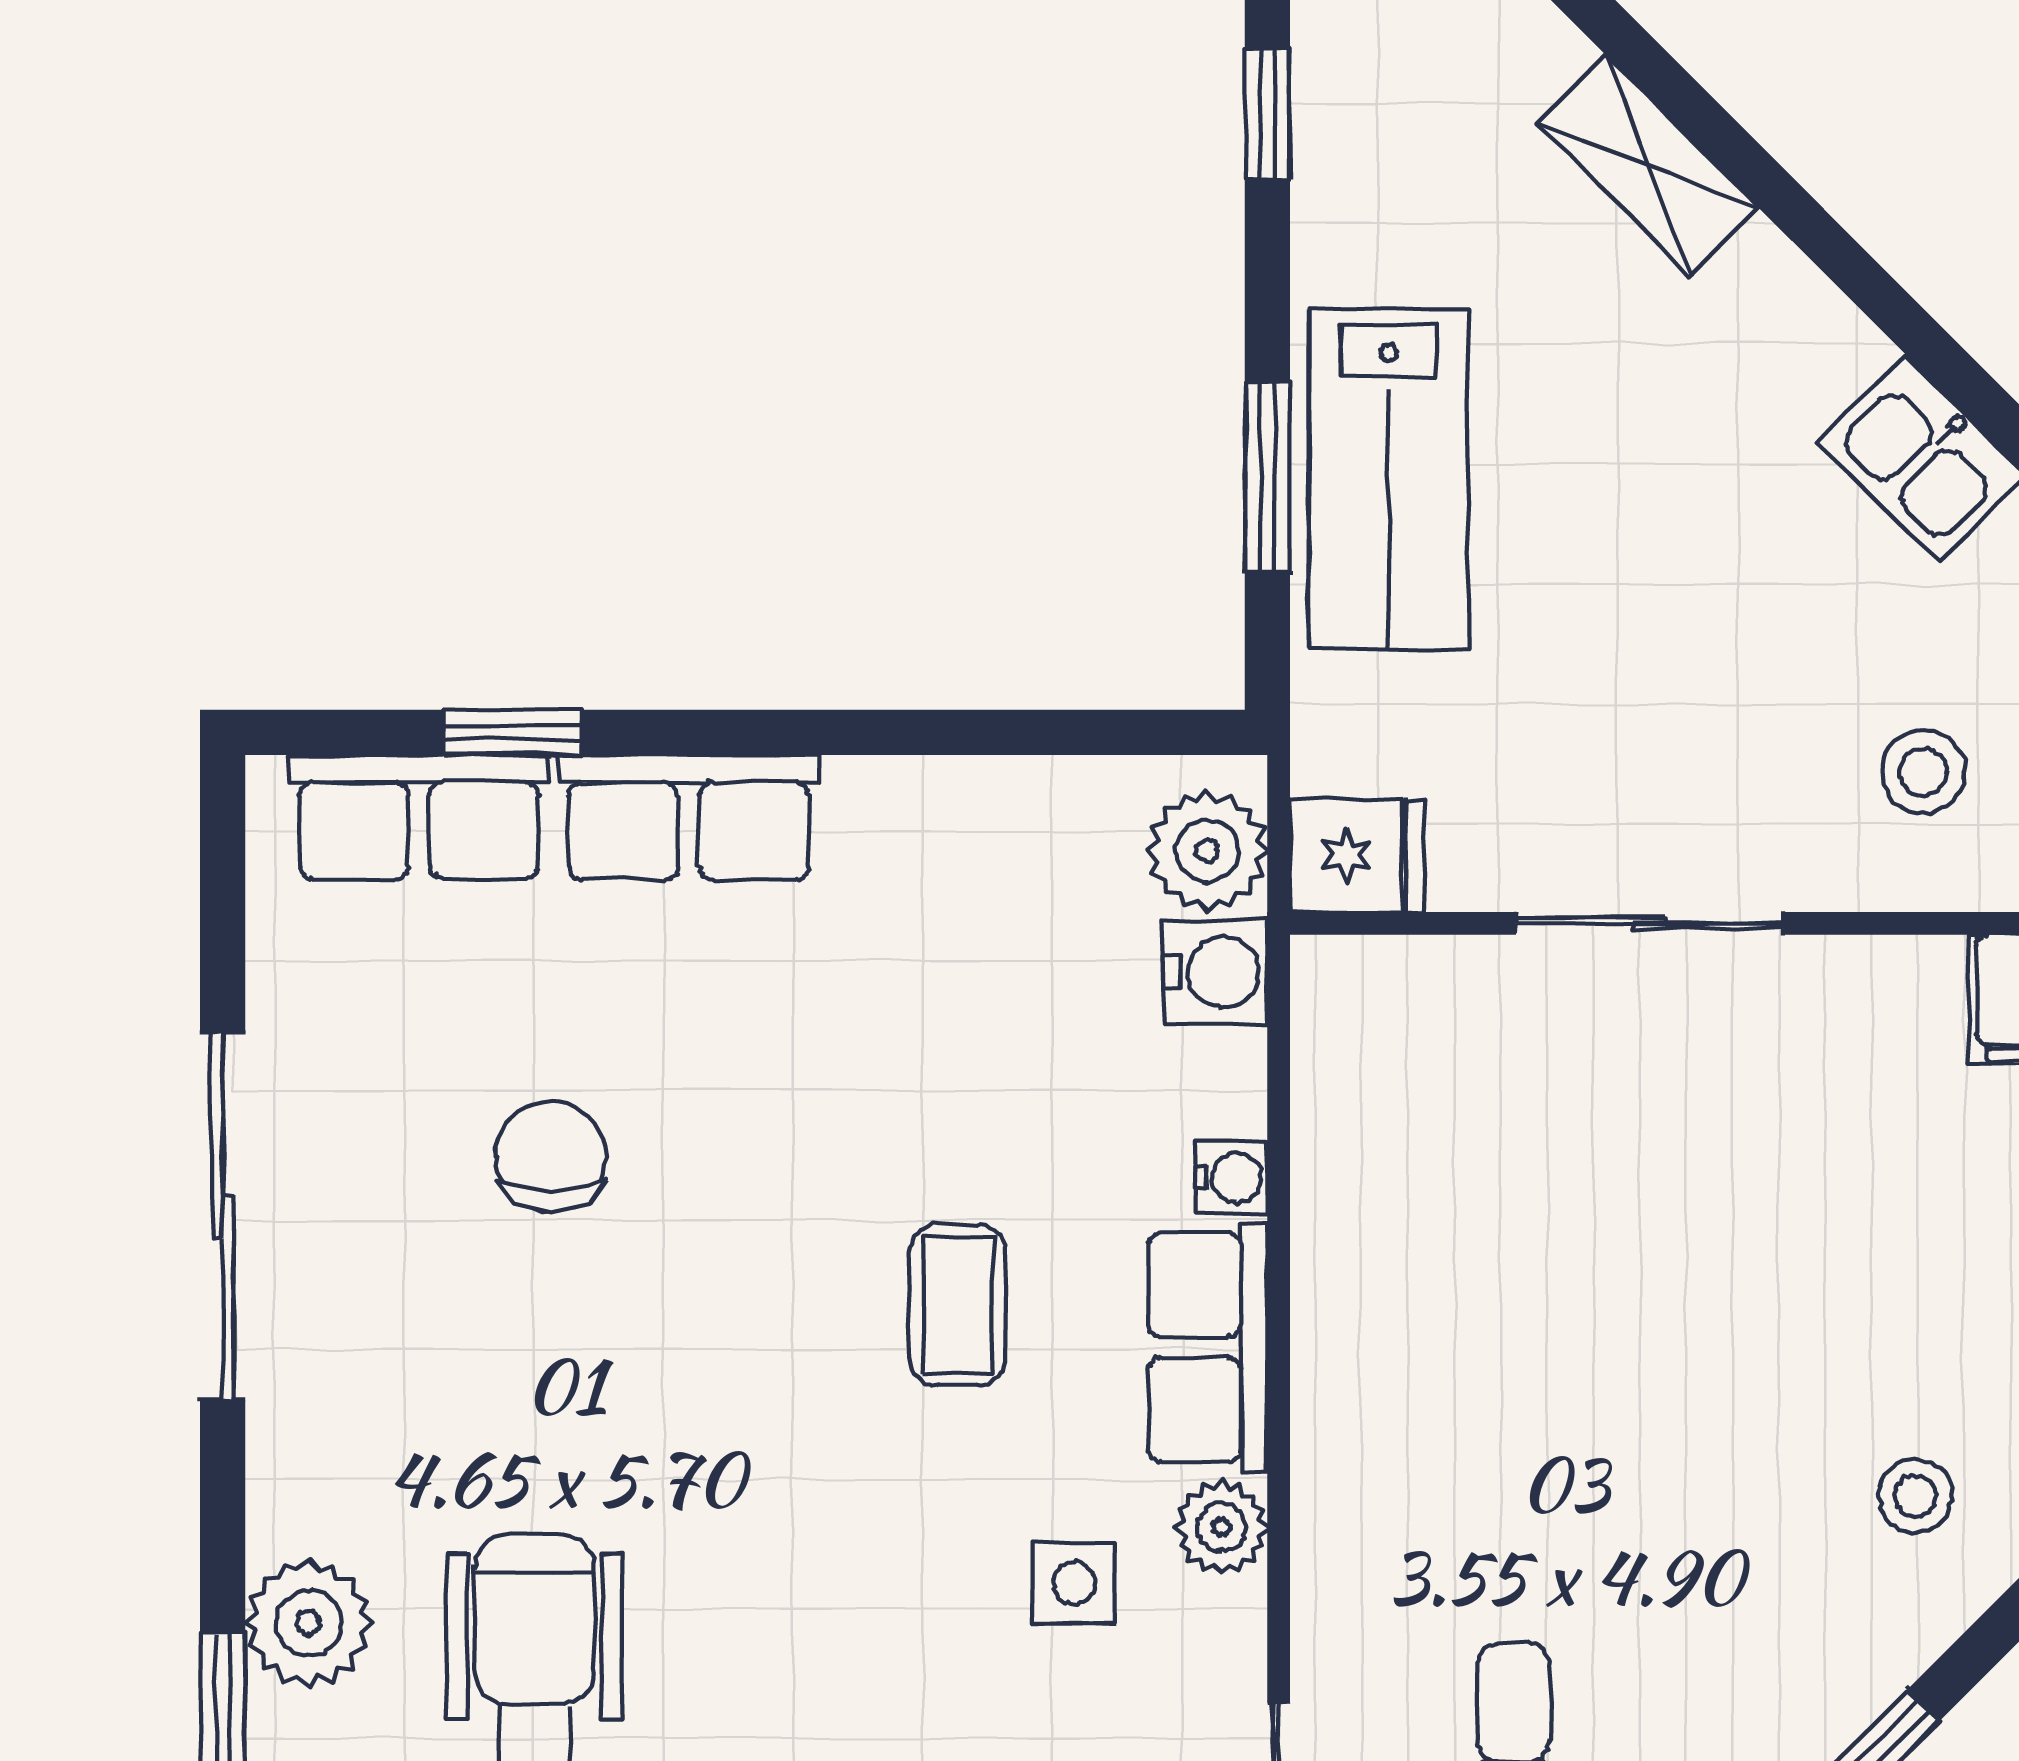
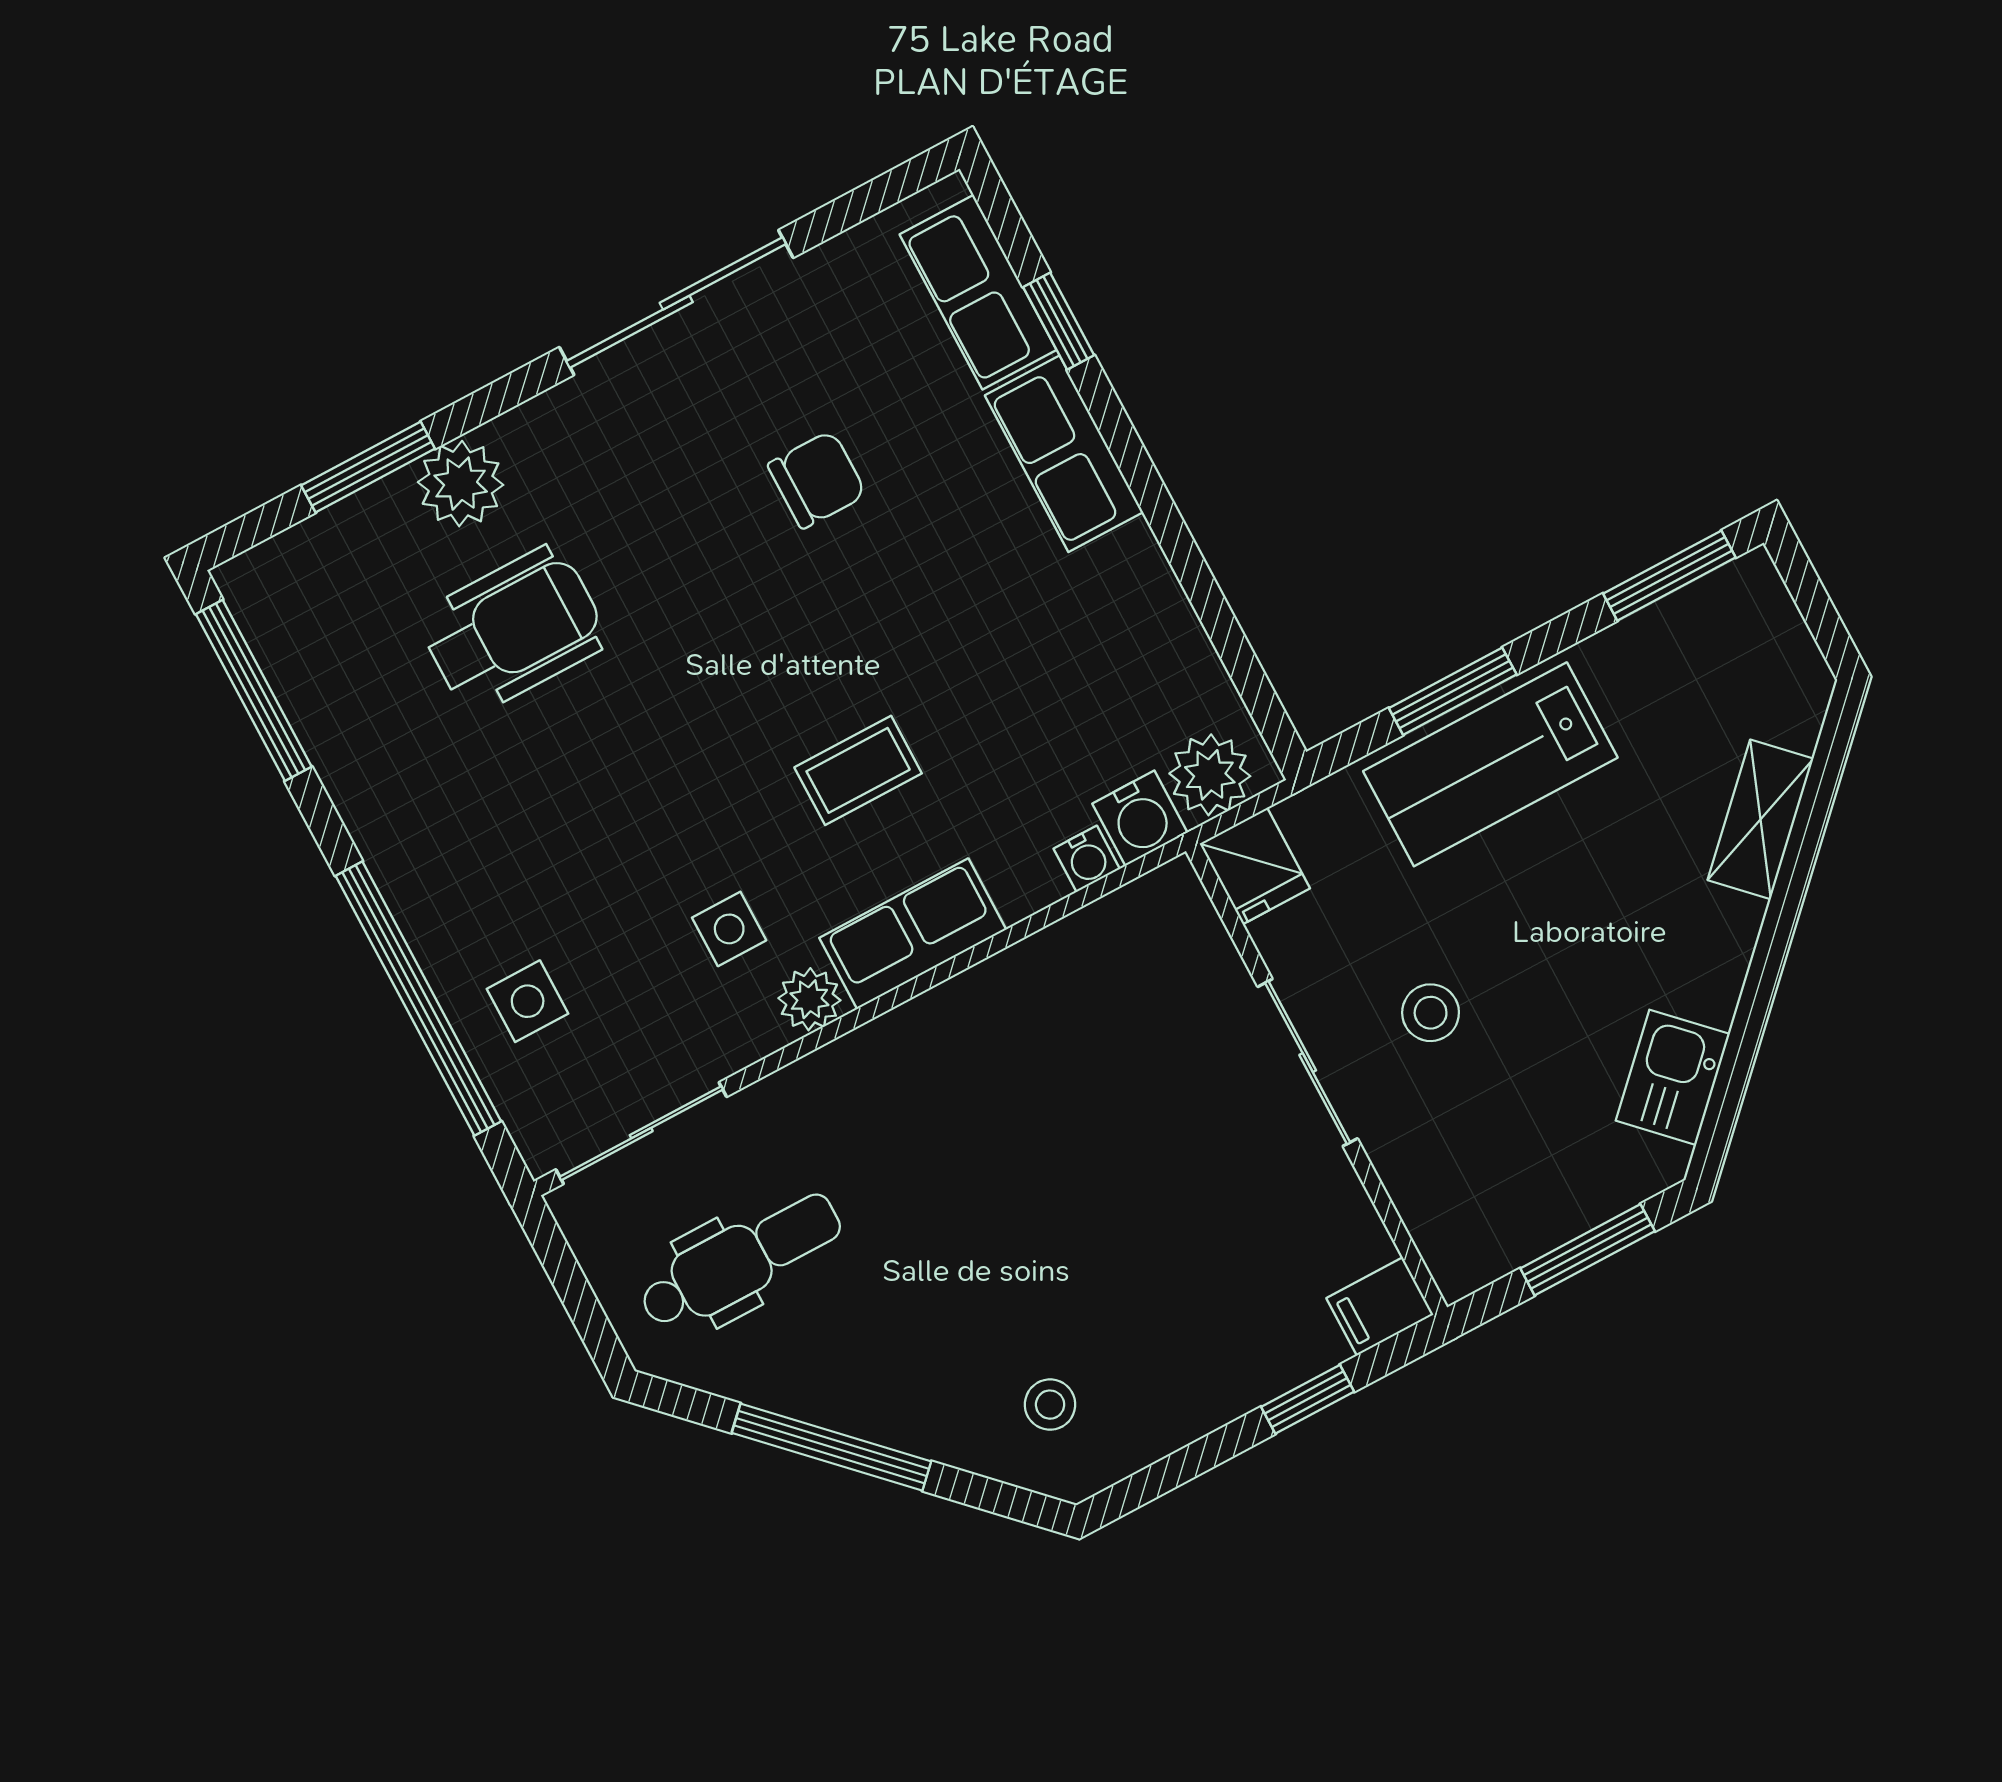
window: (1267, 115) -> (1669, 576), width x1.50
stool: (1923, 772) -> (1431, 1013), moved
water cooler: (1231, 1177) -> (1087, 859), moved

